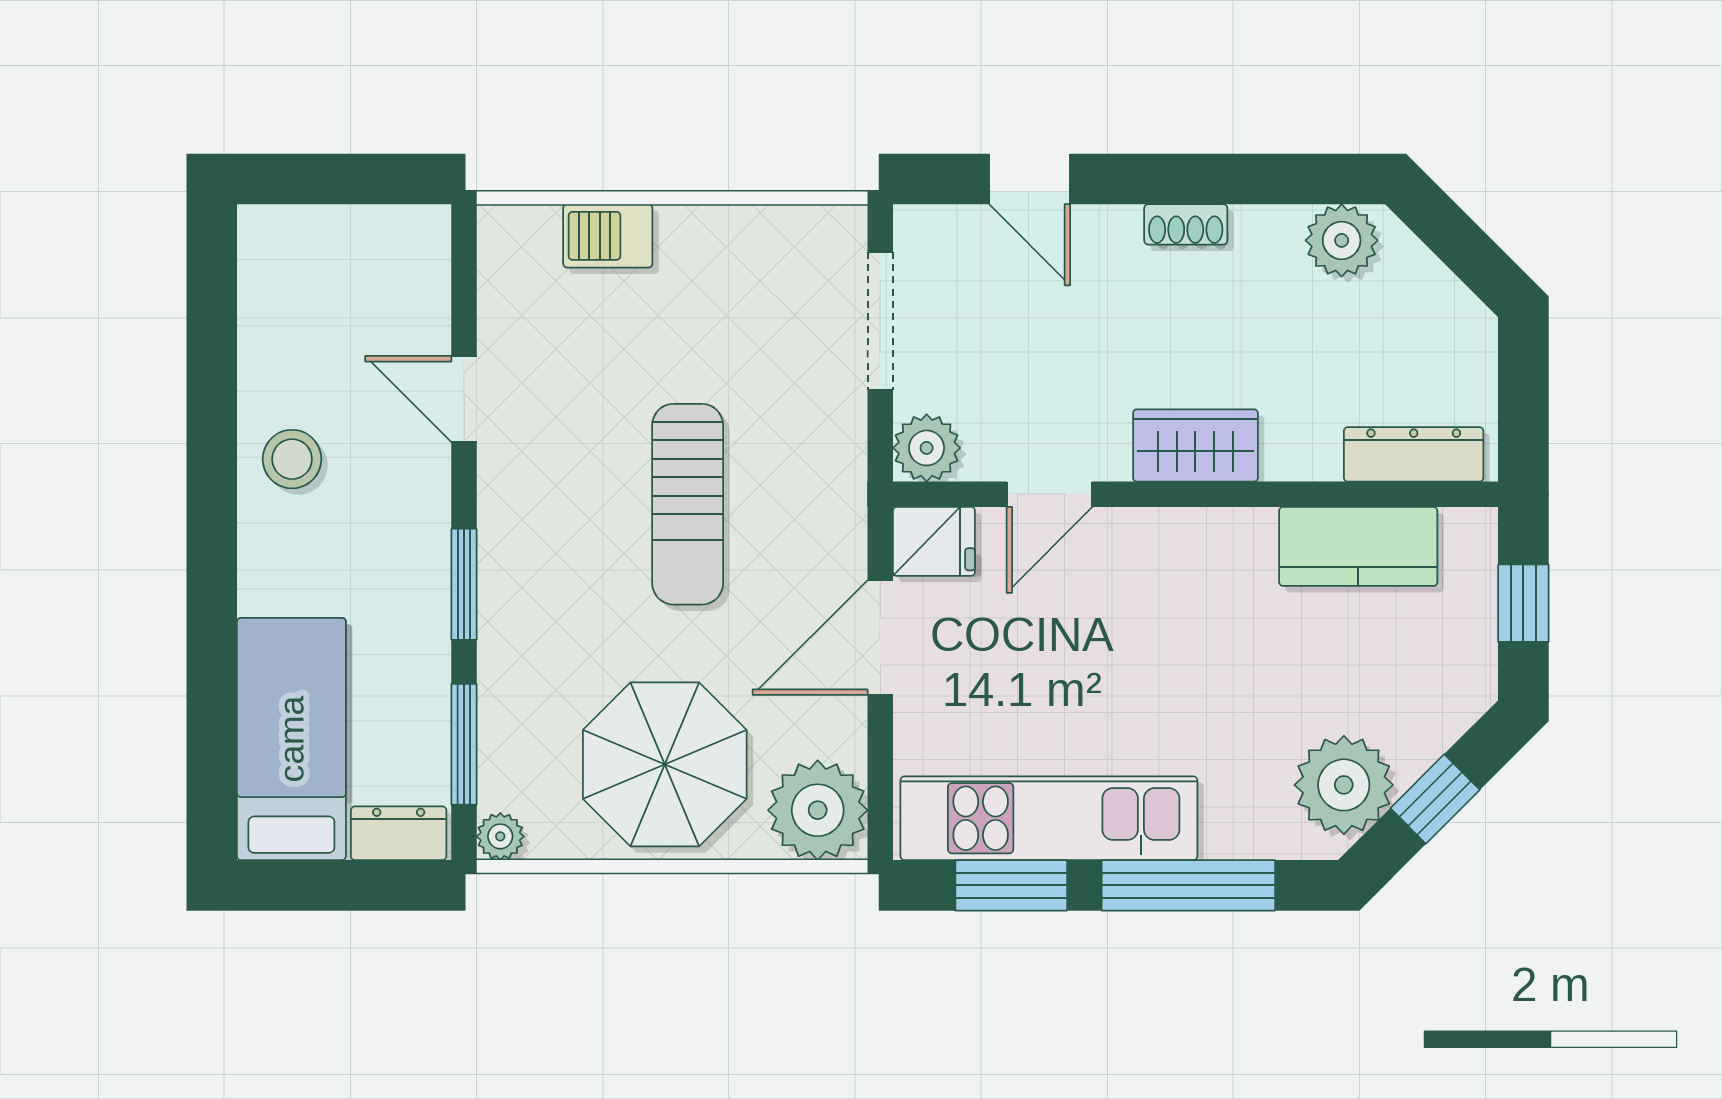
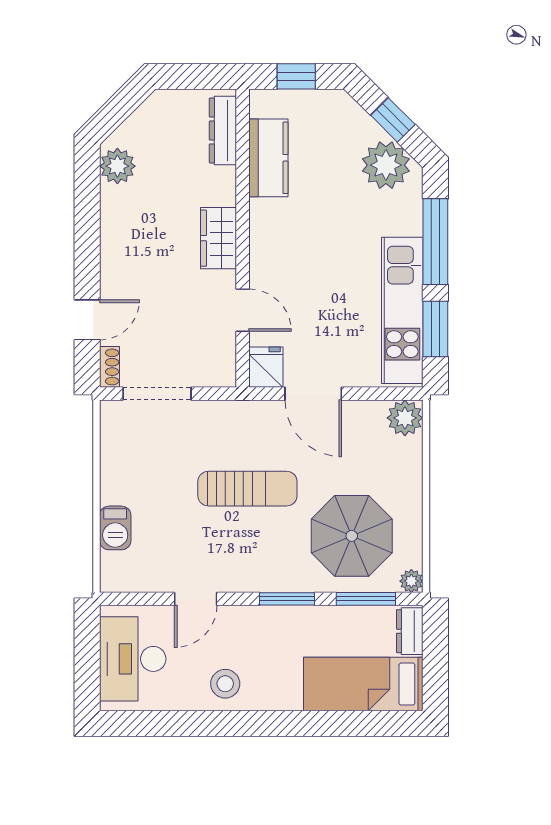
shoe rack: (1186, 224) -> (109, 367), moved
desk: (342, 271) -> (133, 659), added
plant: (927, 448) -> (220, 371), removed
parasol: (665, 764) -> (352, 536), moved
plant: (818, 810) -> (405, 418), width x0.73, depth x0.73

